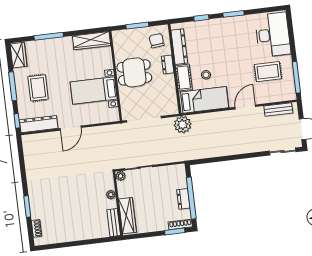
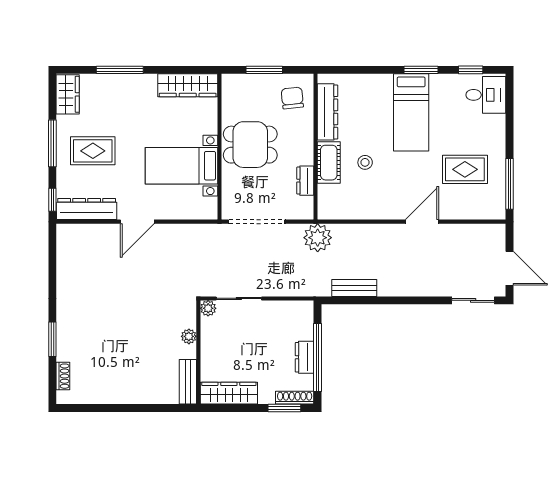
window: (201, 18) -> (471, 70), moved
desk: (273, 35) -> (486, 95), width x0.53, depth x0.77
dresser: (168, 65) -> (305, 181), moved
rug: (38, 88) -> (93, 151), turned 90
bed: (204, 100) -> (411, 112), moved, turned 90
bench: (278, 109) -> (354, 288), moved
wardrobe: (127, 216) -> (229, 393), moved, turned -90

